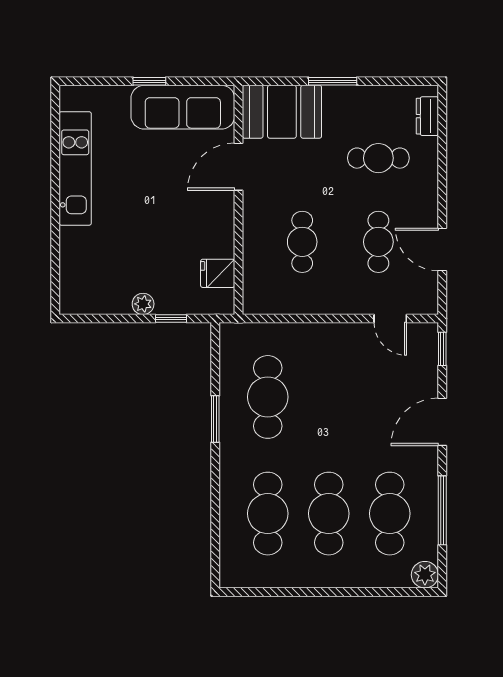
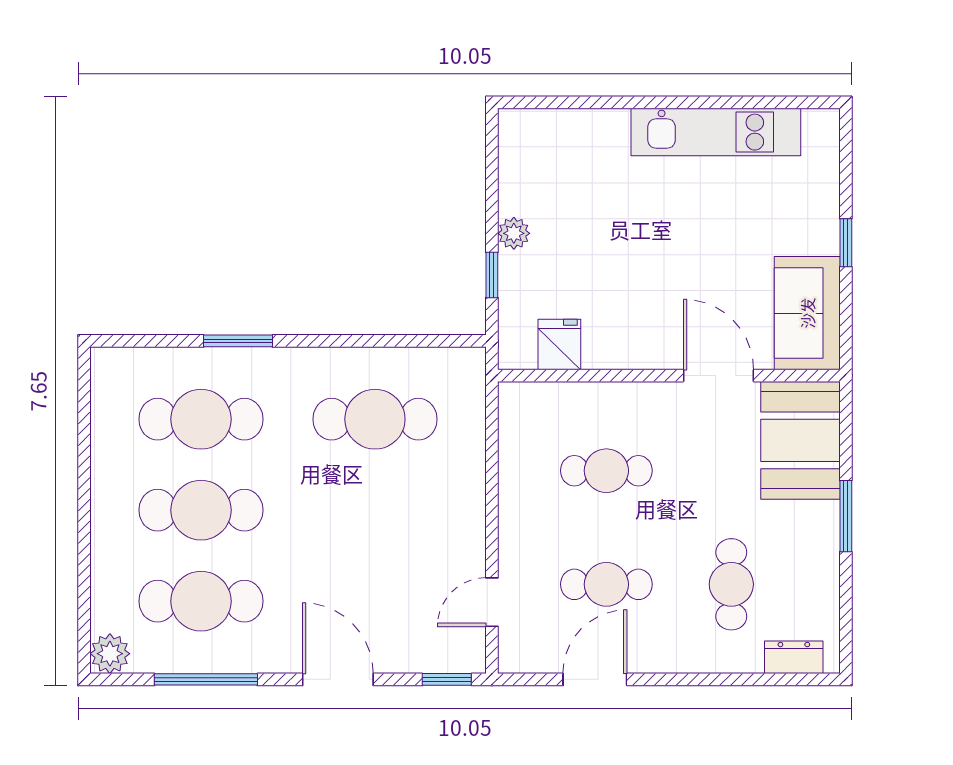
sofa: (183, 107) -> (807, 313), width x0.73
window: (215, 419) -> (238, 341), moved

